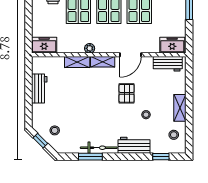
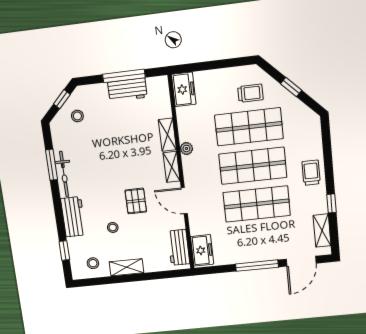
window: (28, 90) -> (124, 76), added
pallet: (127, 93) -> (136, 201), turned 90

